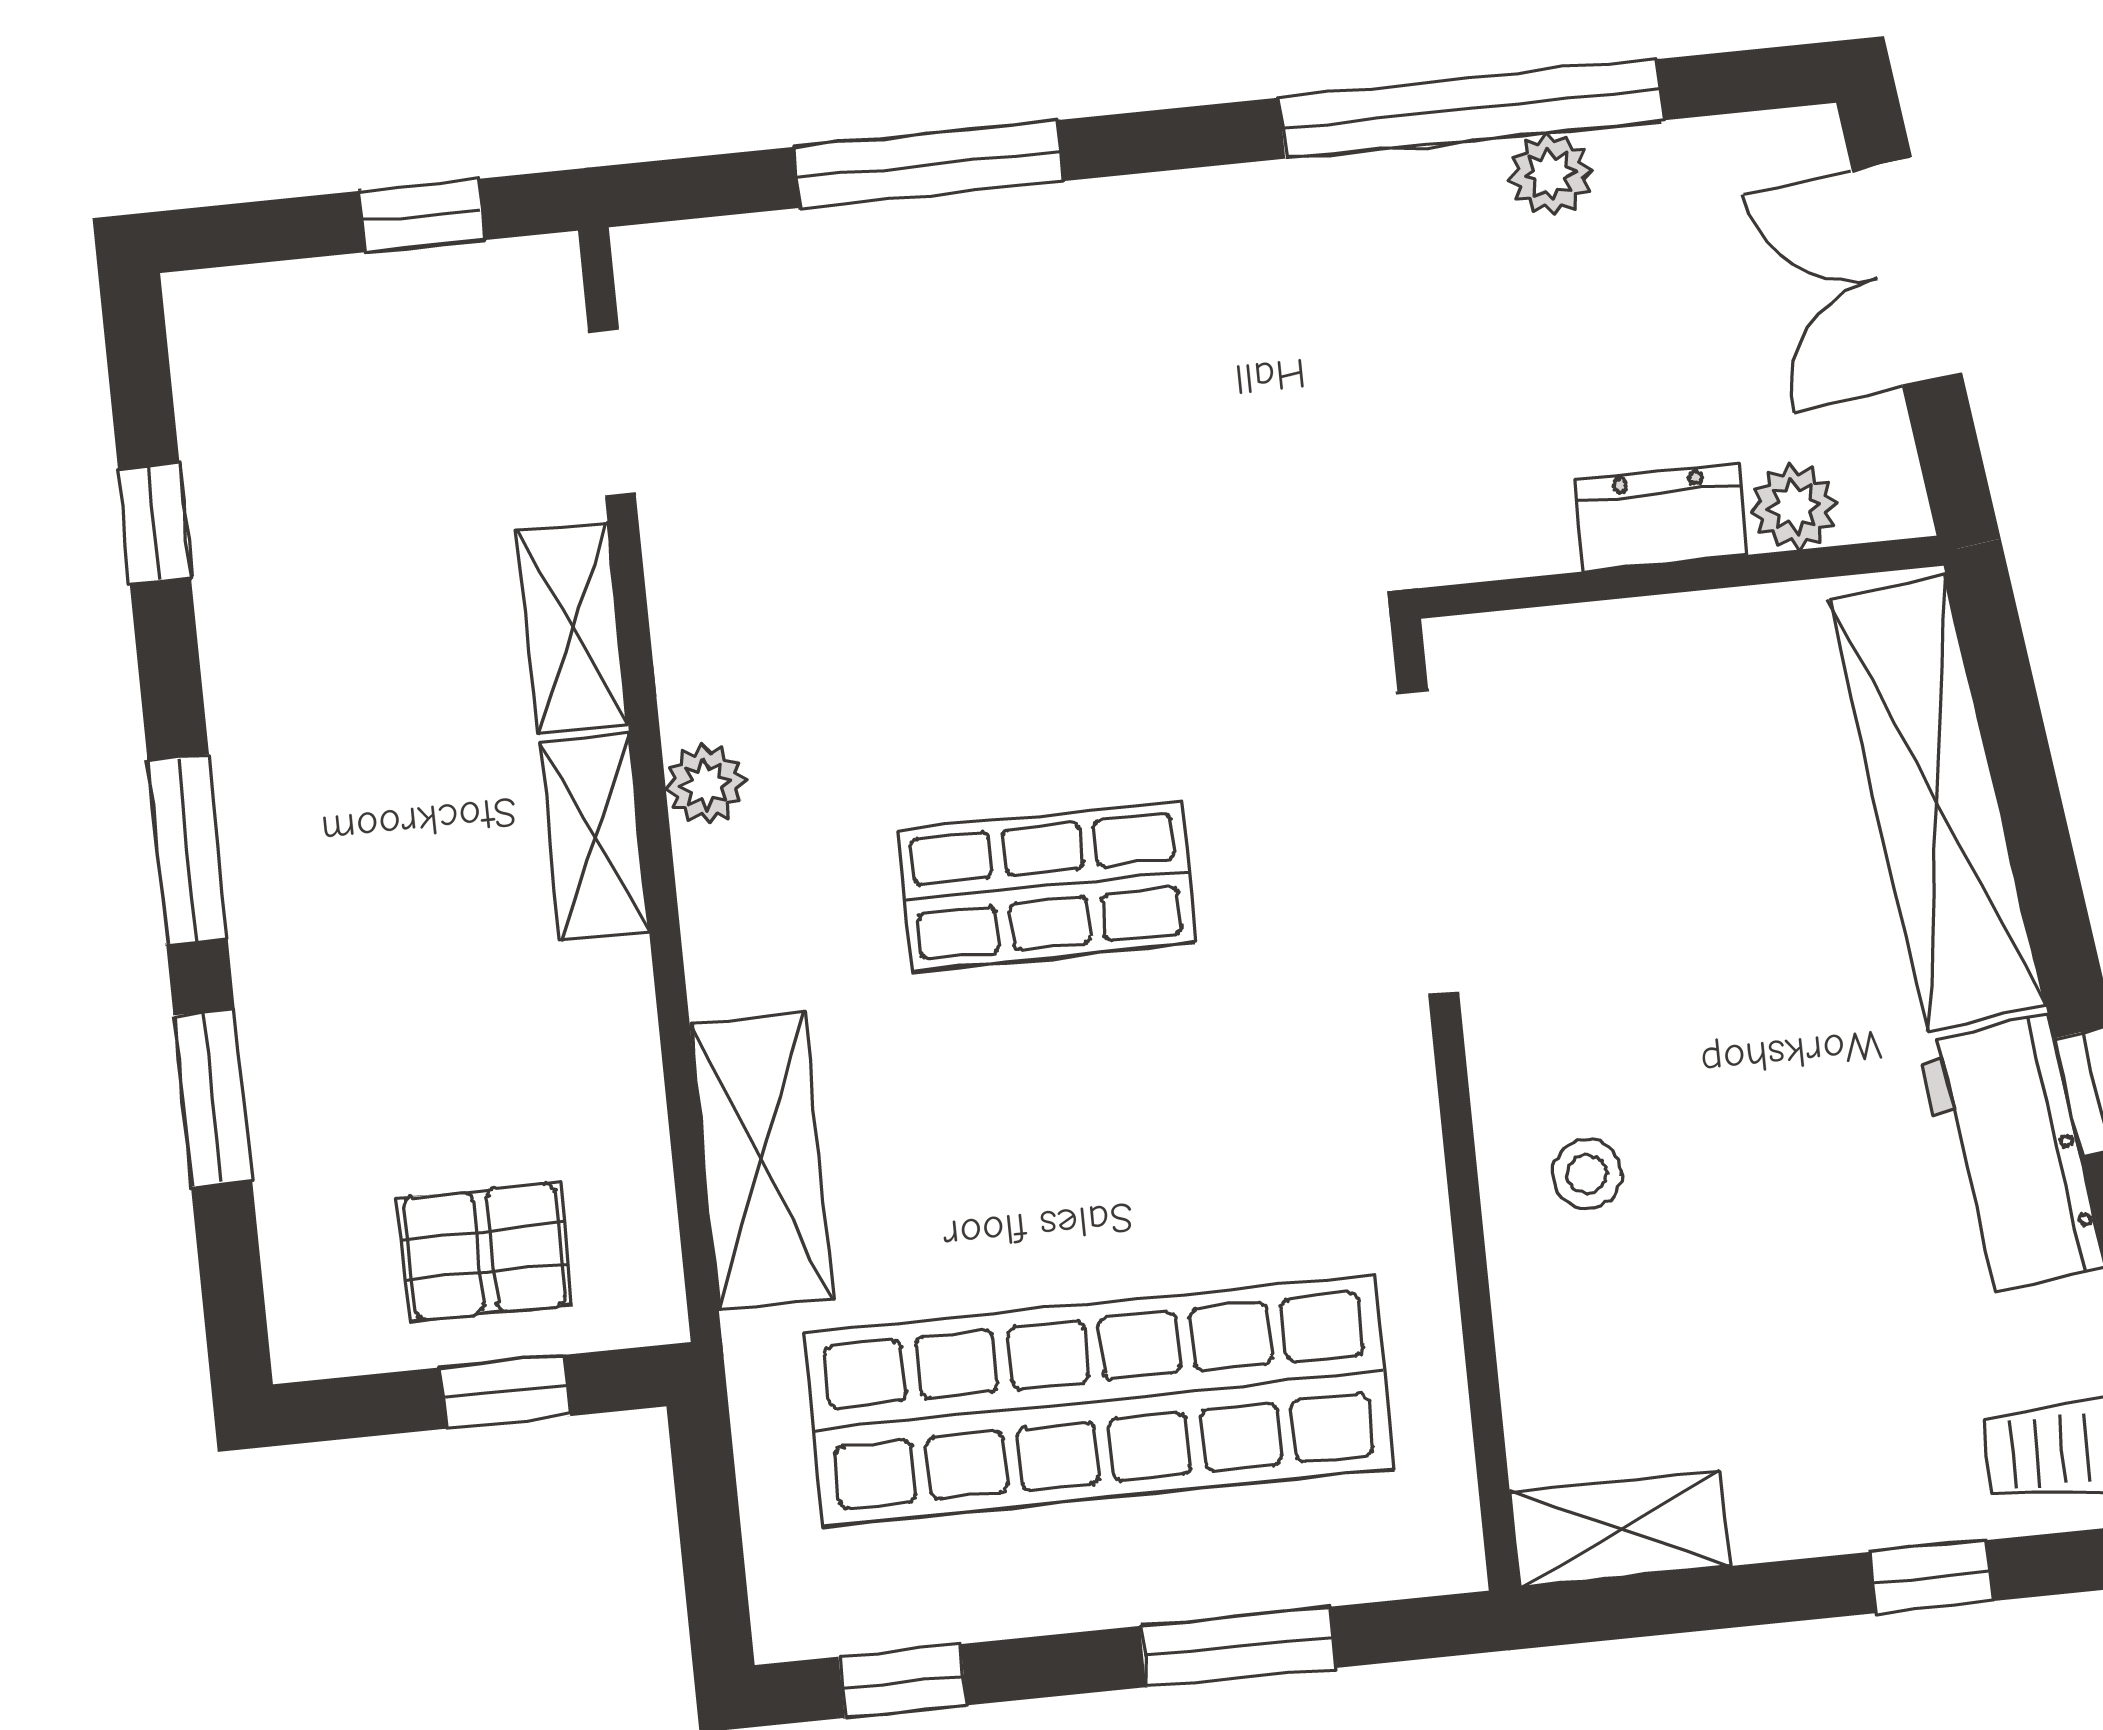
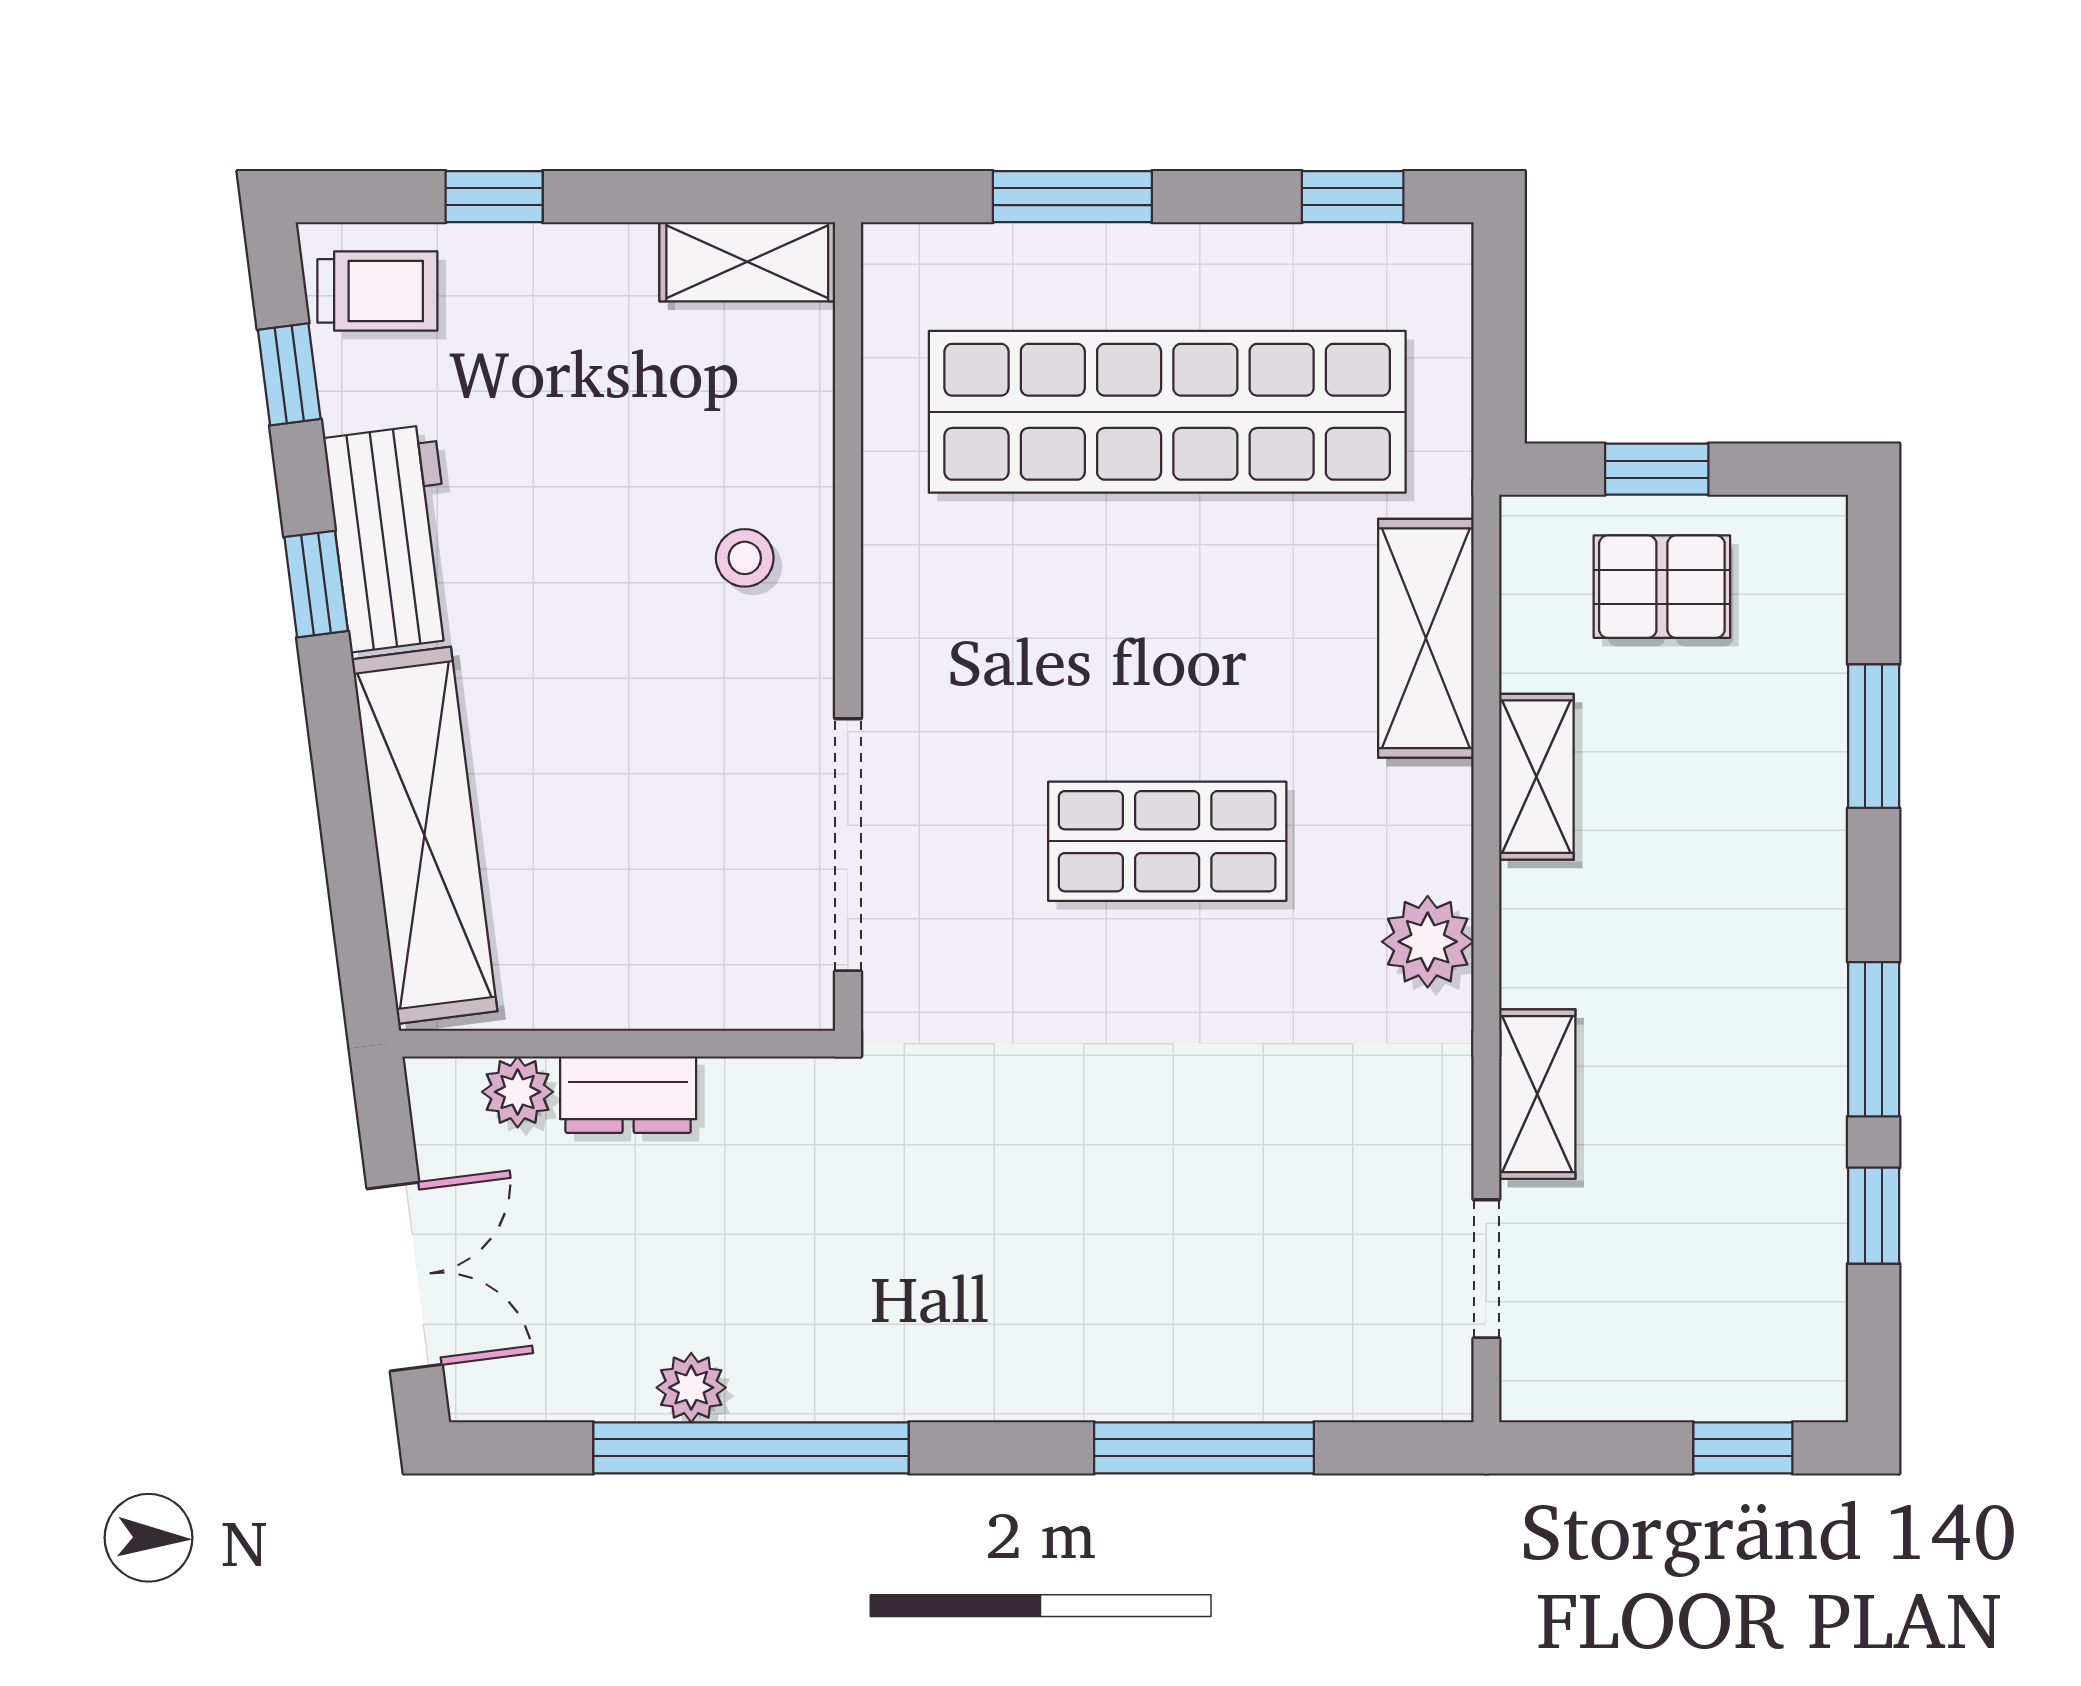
window: (422, 215) -> (1743, 1448), moved
plant: (706, 784) -> (1428, 942), width x1.38, depth x1.38
shelving: (595, 837) -> (1536, 777), moved
window: (188, 850) -> (1874, 1039), moved

